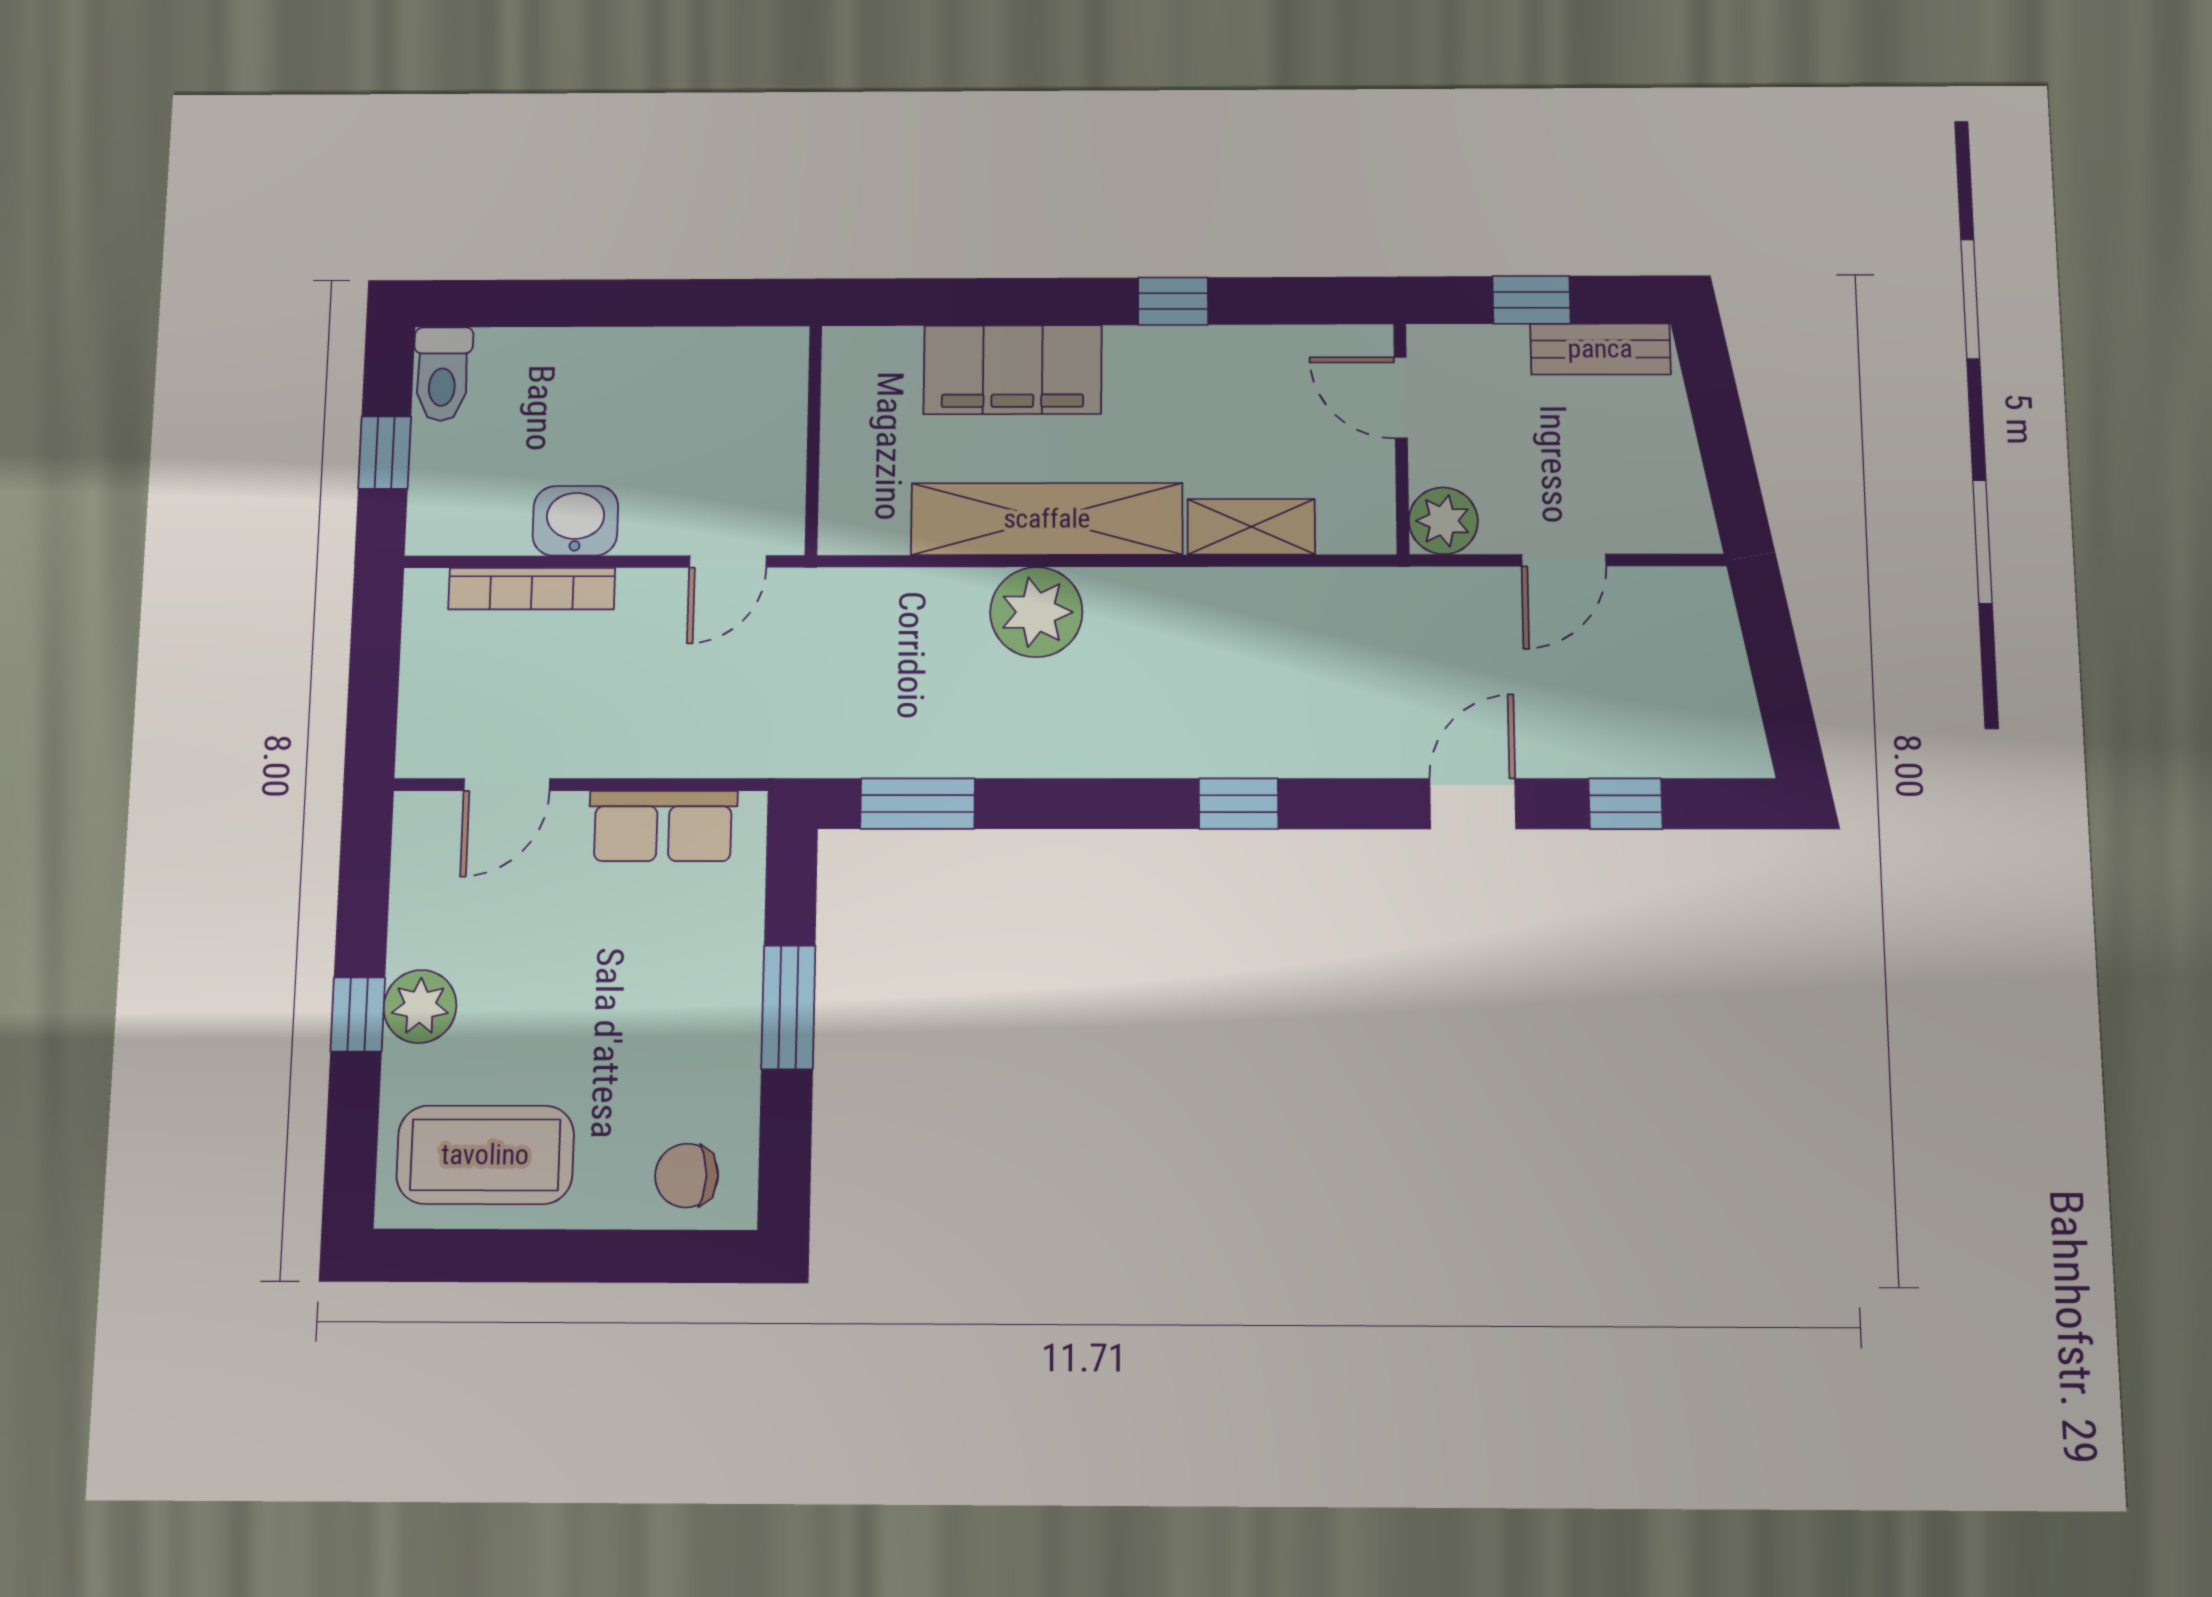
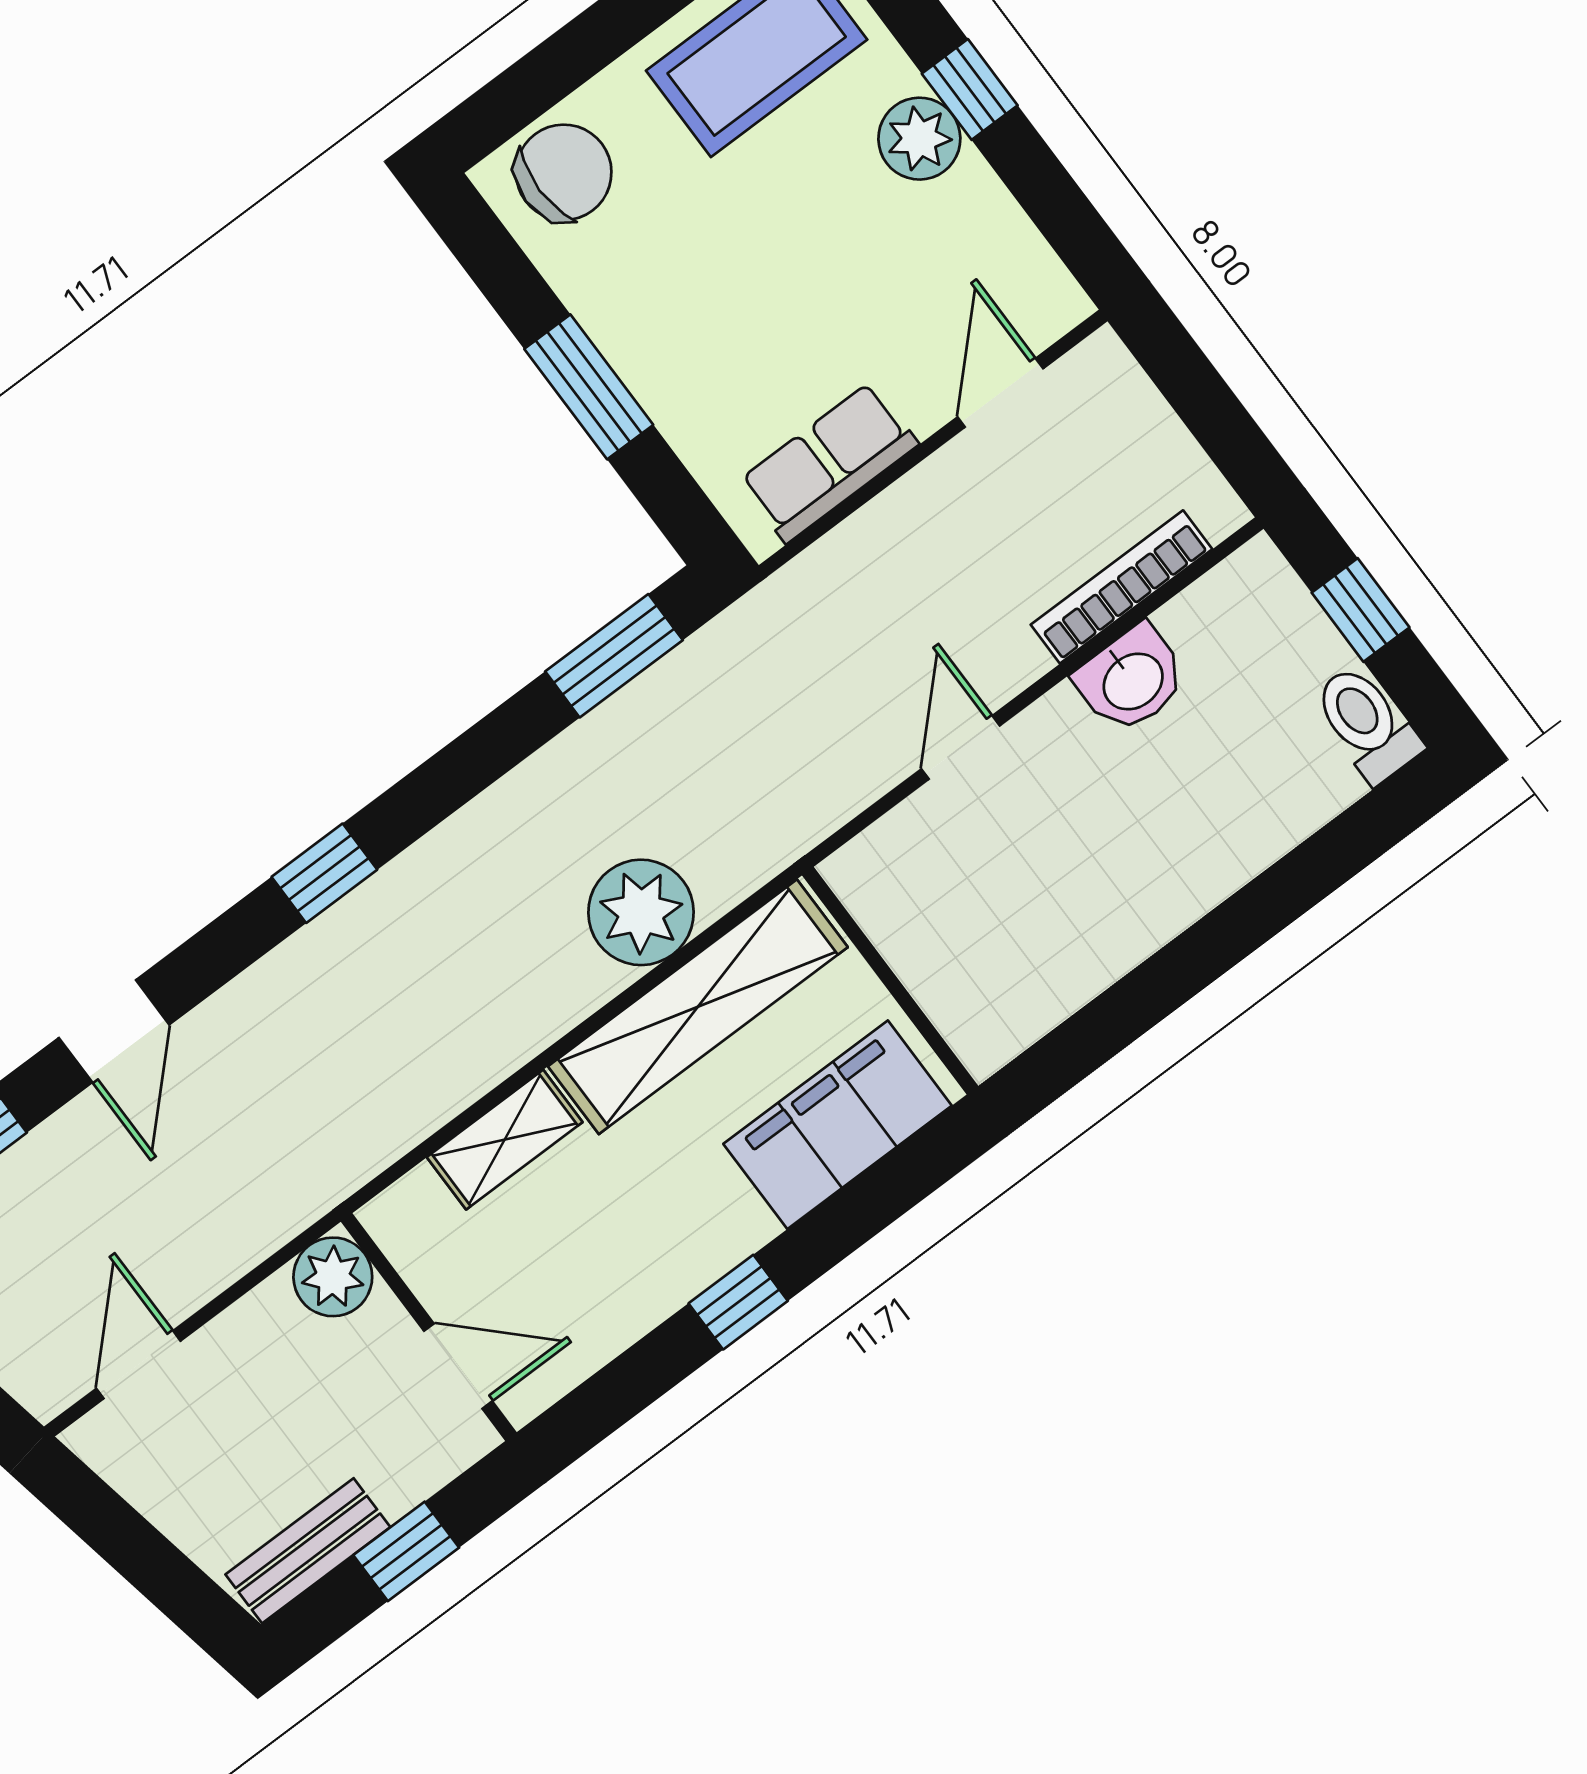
wall: (813, 440) -> (890, 981), moved
door: (1564, 560) -> (138, 1365), moved
chair: (687, 1176) -> (564, 172), width x1.37, depth x1.37

